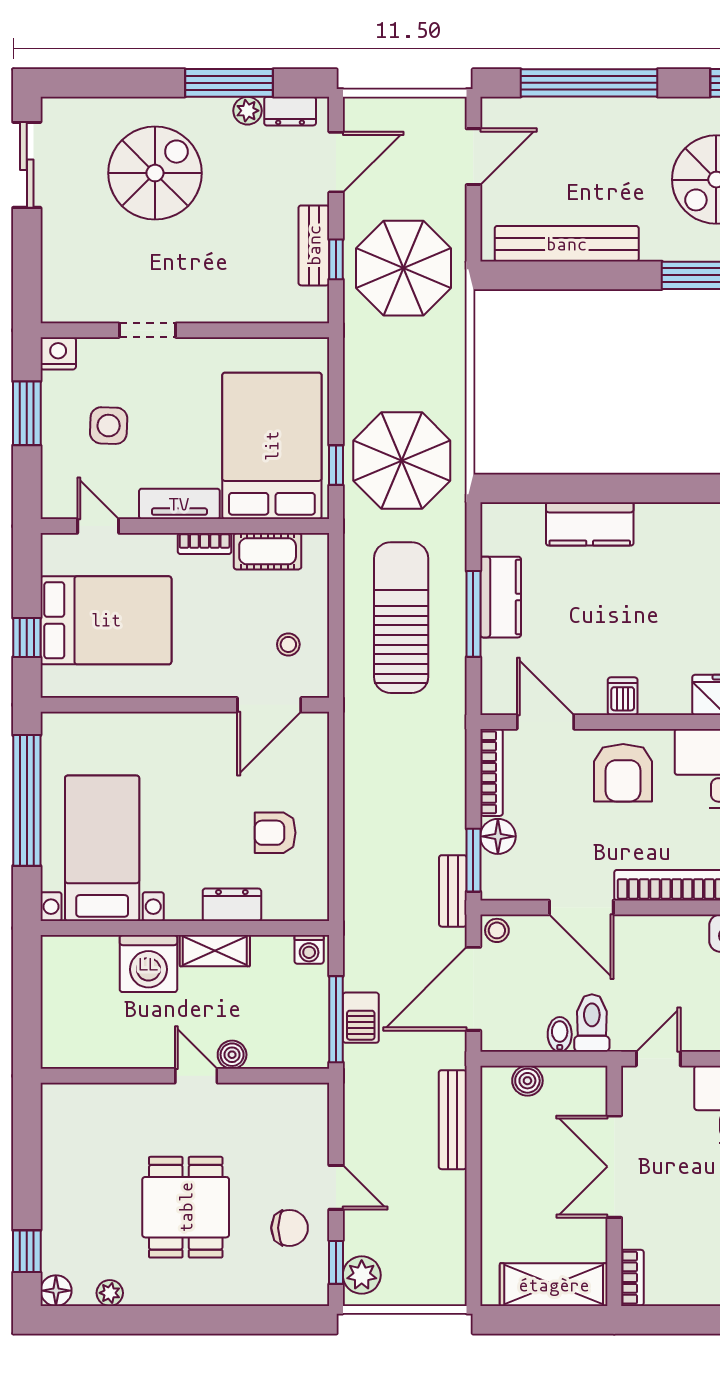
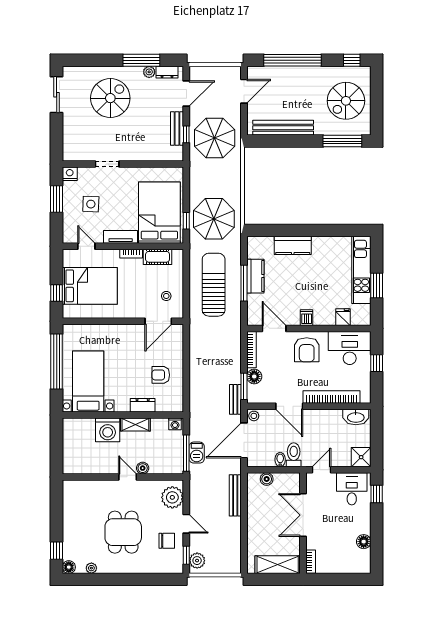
plant: (303, 1124) -> (172, 497), added

